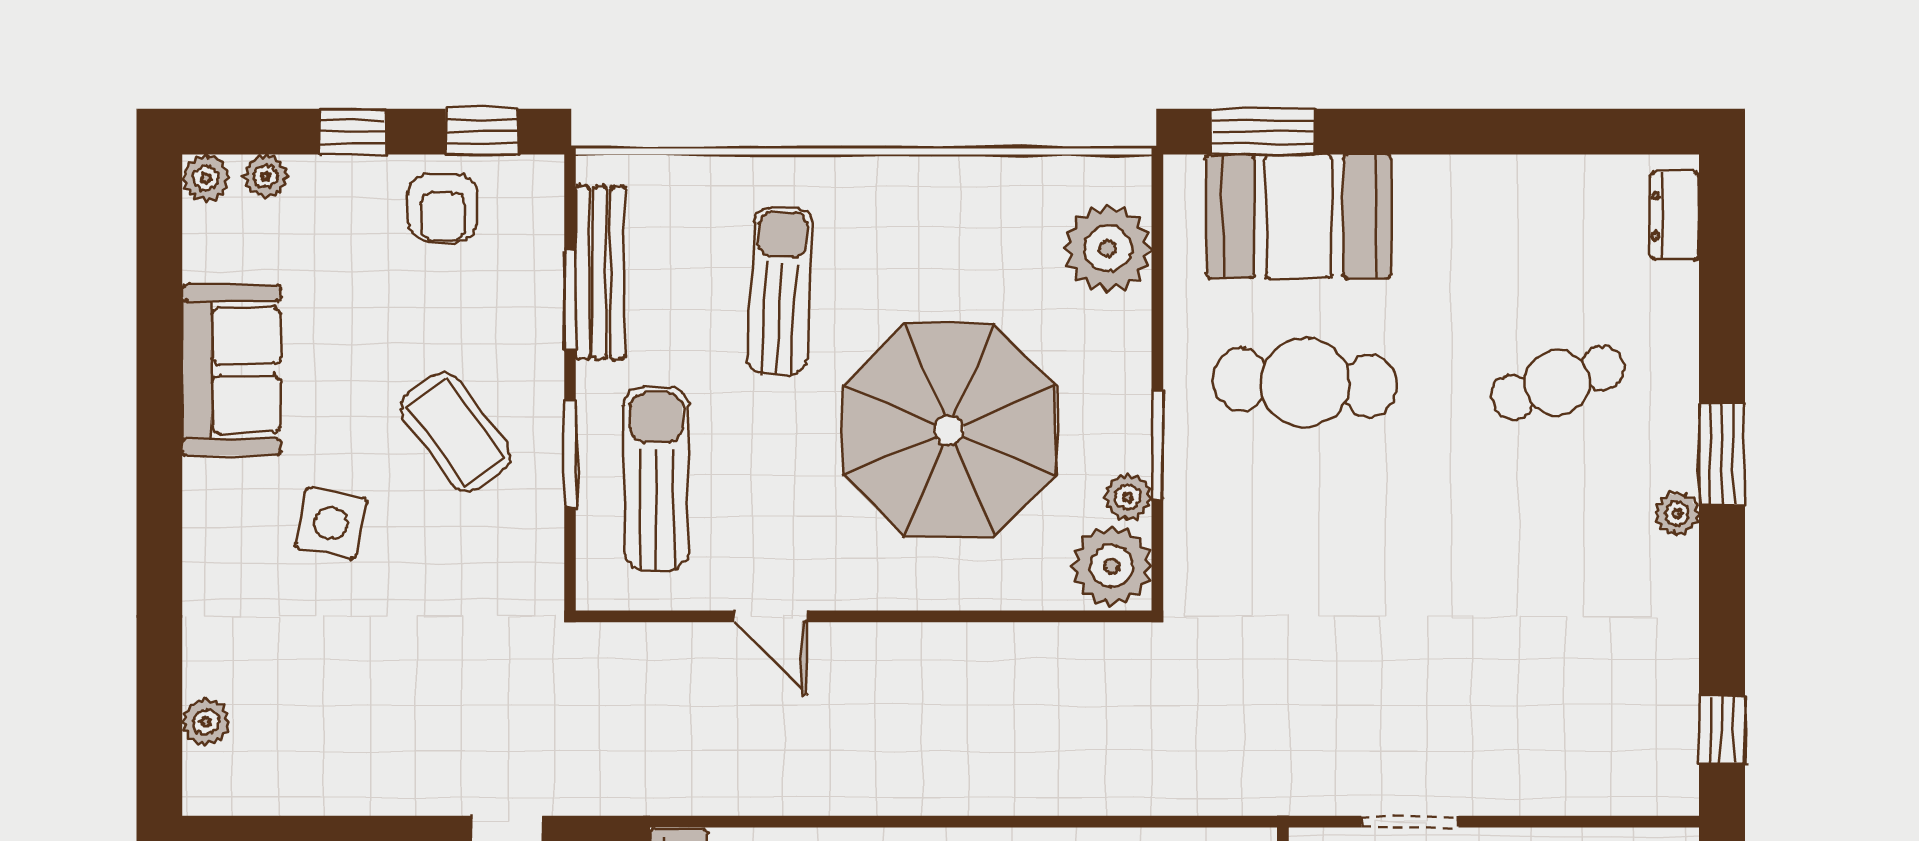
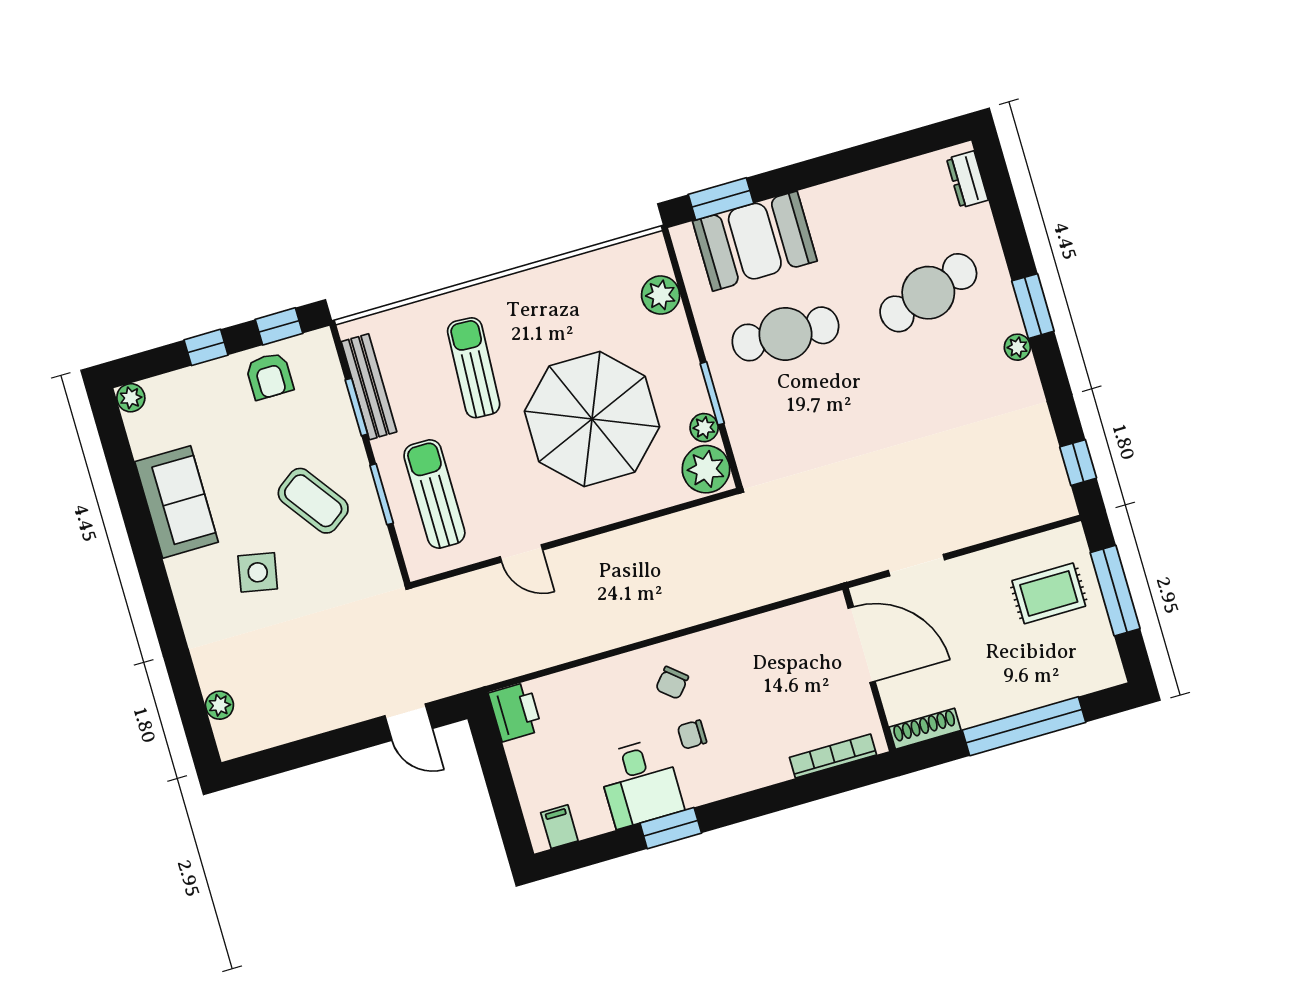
plant: (266, 176) -> (164, 387), removed
plant: (1108, 248) -> (661, 295), width x0.73, depth x0.73
cafe table: (1558, 383) -> (928, 293), width x1.37, depth x1.35

